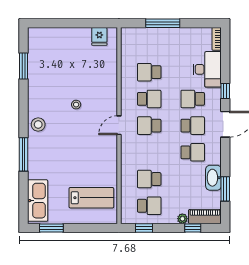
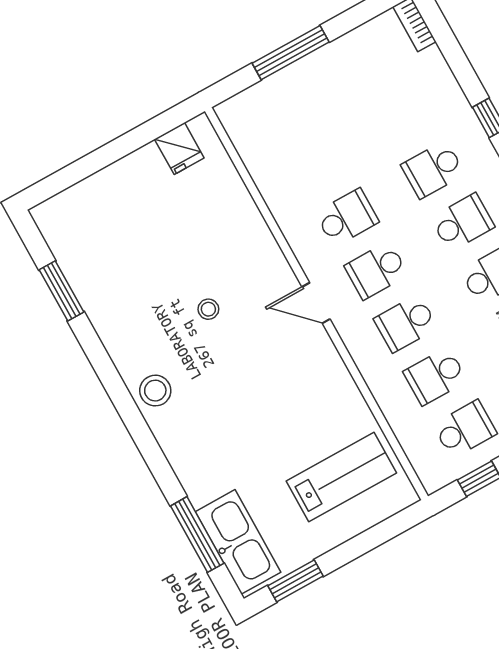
desk: (207, 69) -> (429, 95), removed
school desk: (149, 72) -> (406, 323), moved
door: (119, 125) -> (316, 303), hinge flipped
window: (23, 154) -> (197, 535), moved

